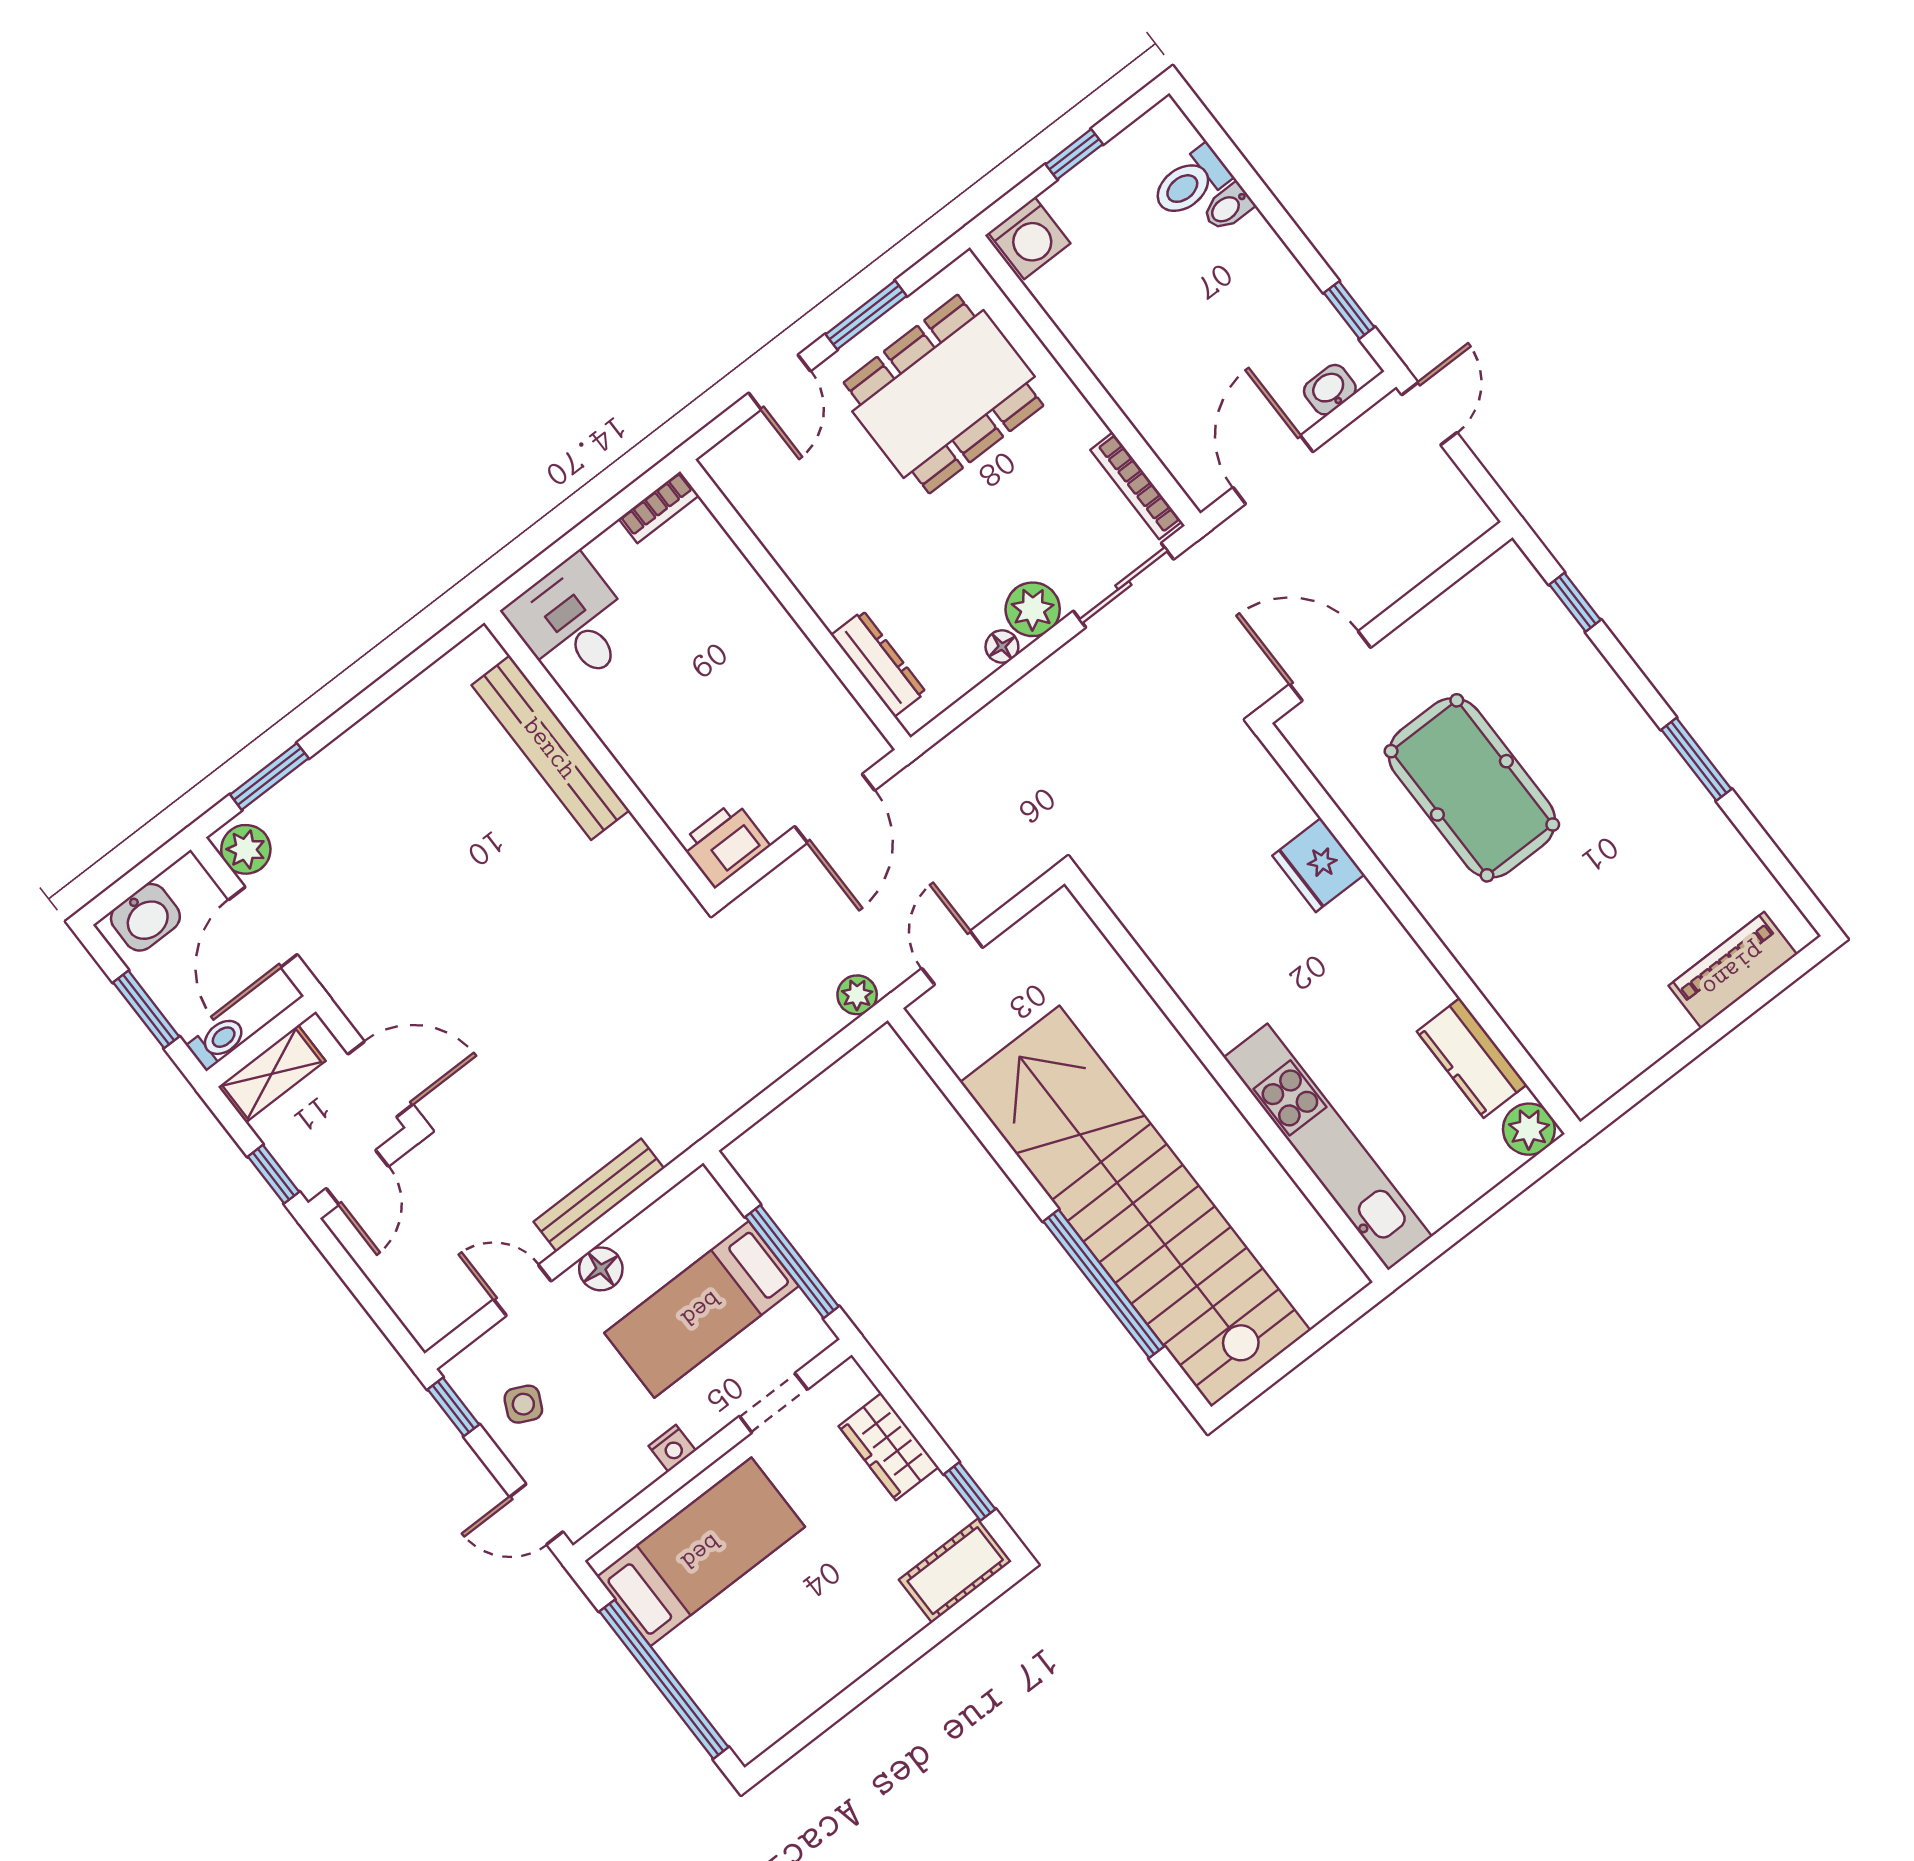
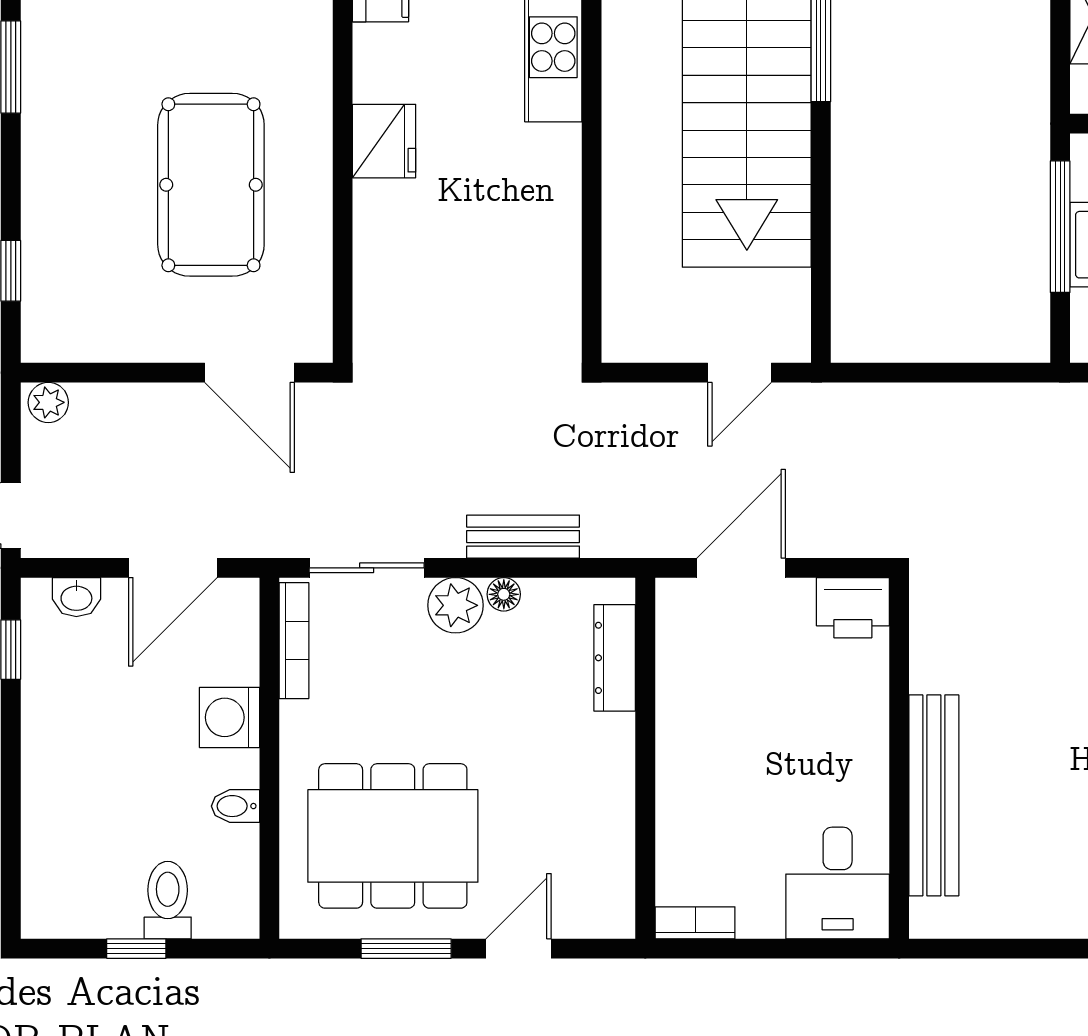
toilet: (1191, 182) -> (168, 900), moved, turned -90
bidet: (1228, 207) -> (236, 806), moved, turned 180
washing machine: (1029, 238) -> (230, 717), moved, turned -90
bench: (1021, 703) -> (523, 537), added
fridge: (1318, 865) -> (384, 141), moved
plant: (857, 995) -> (48, 402), moved

